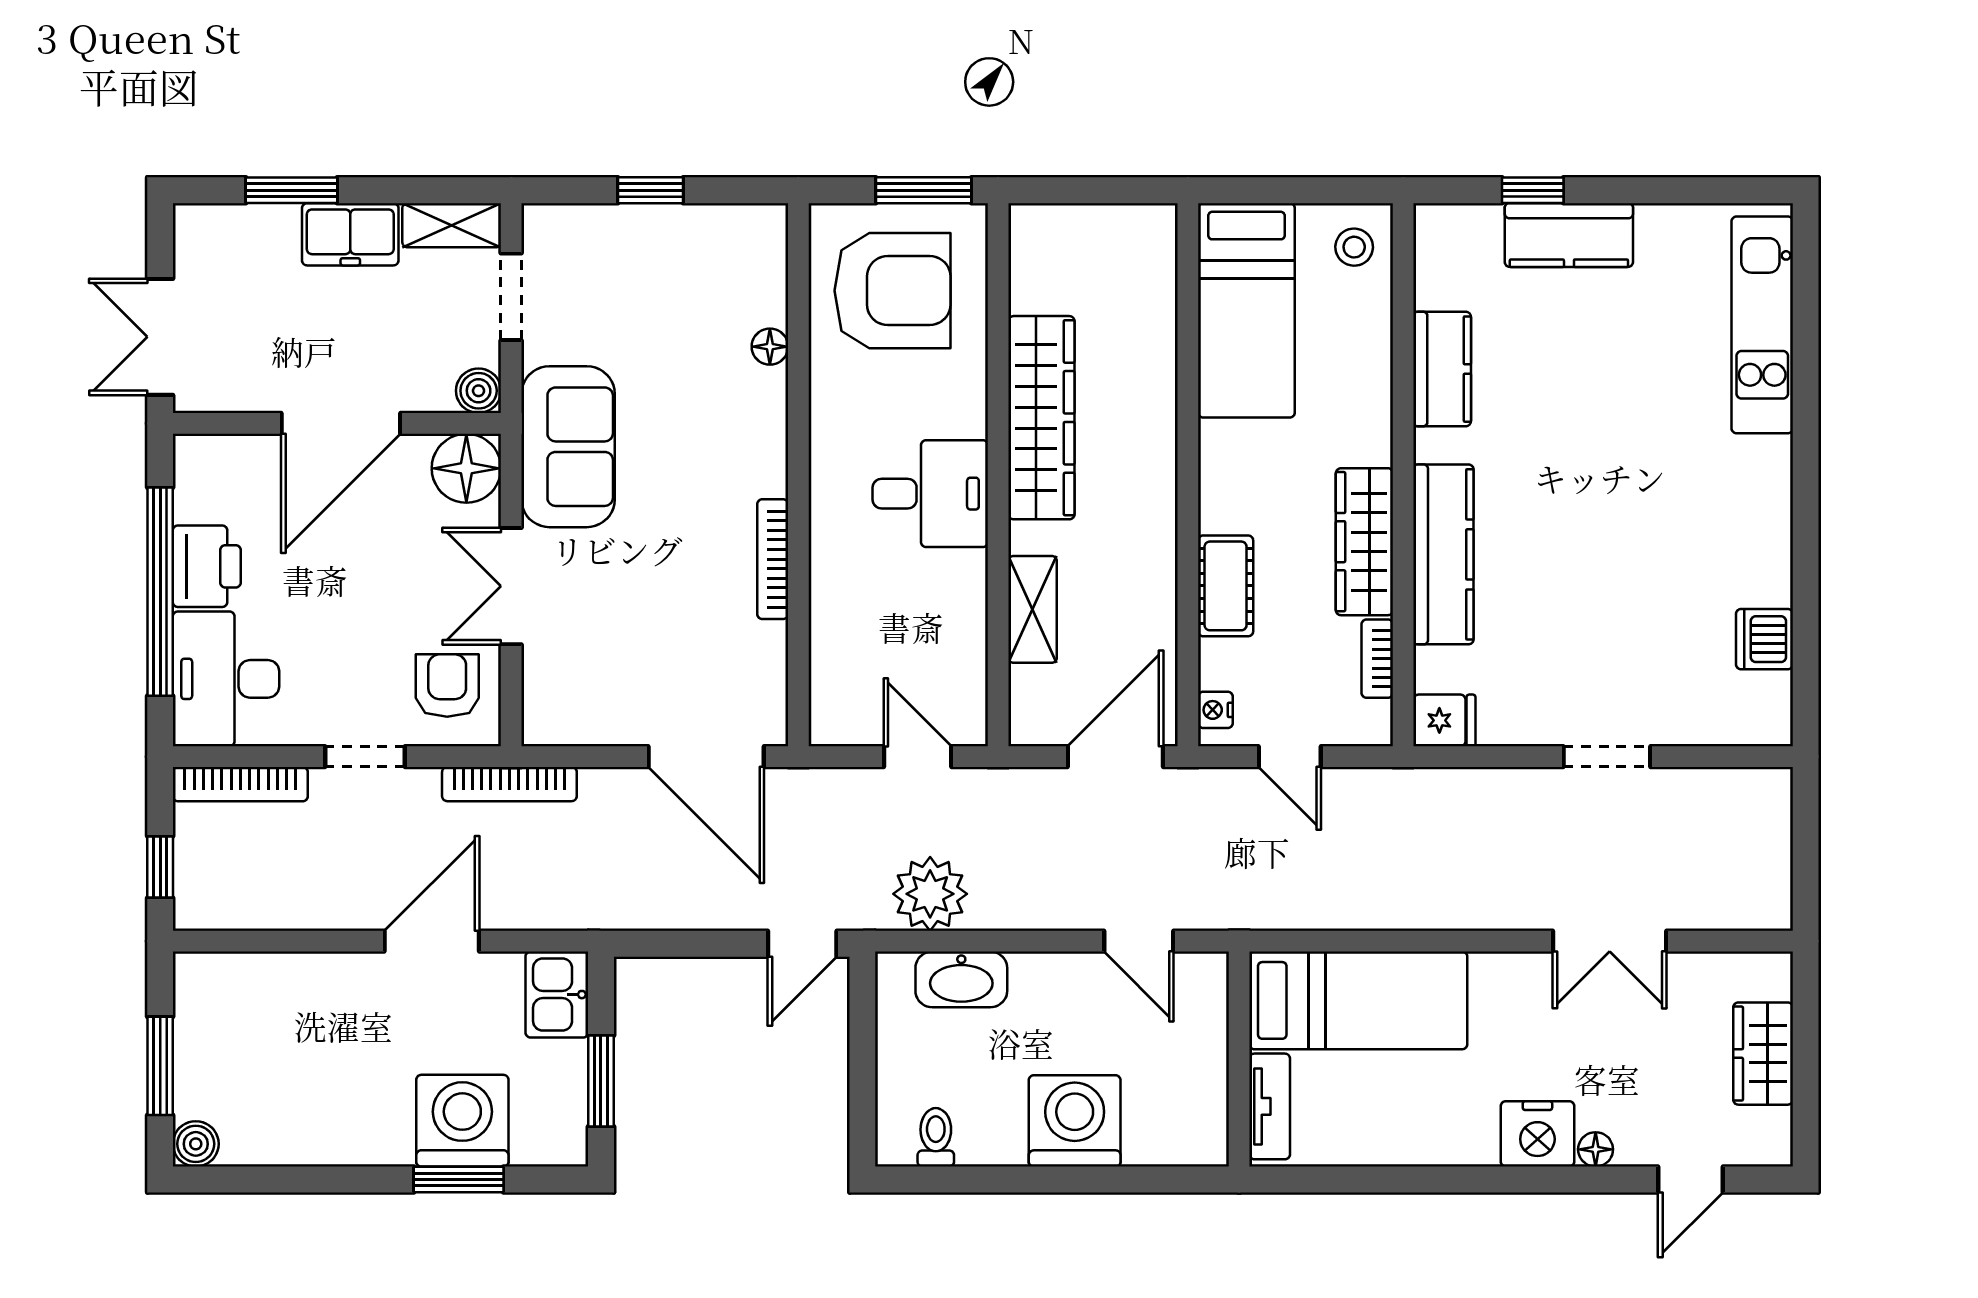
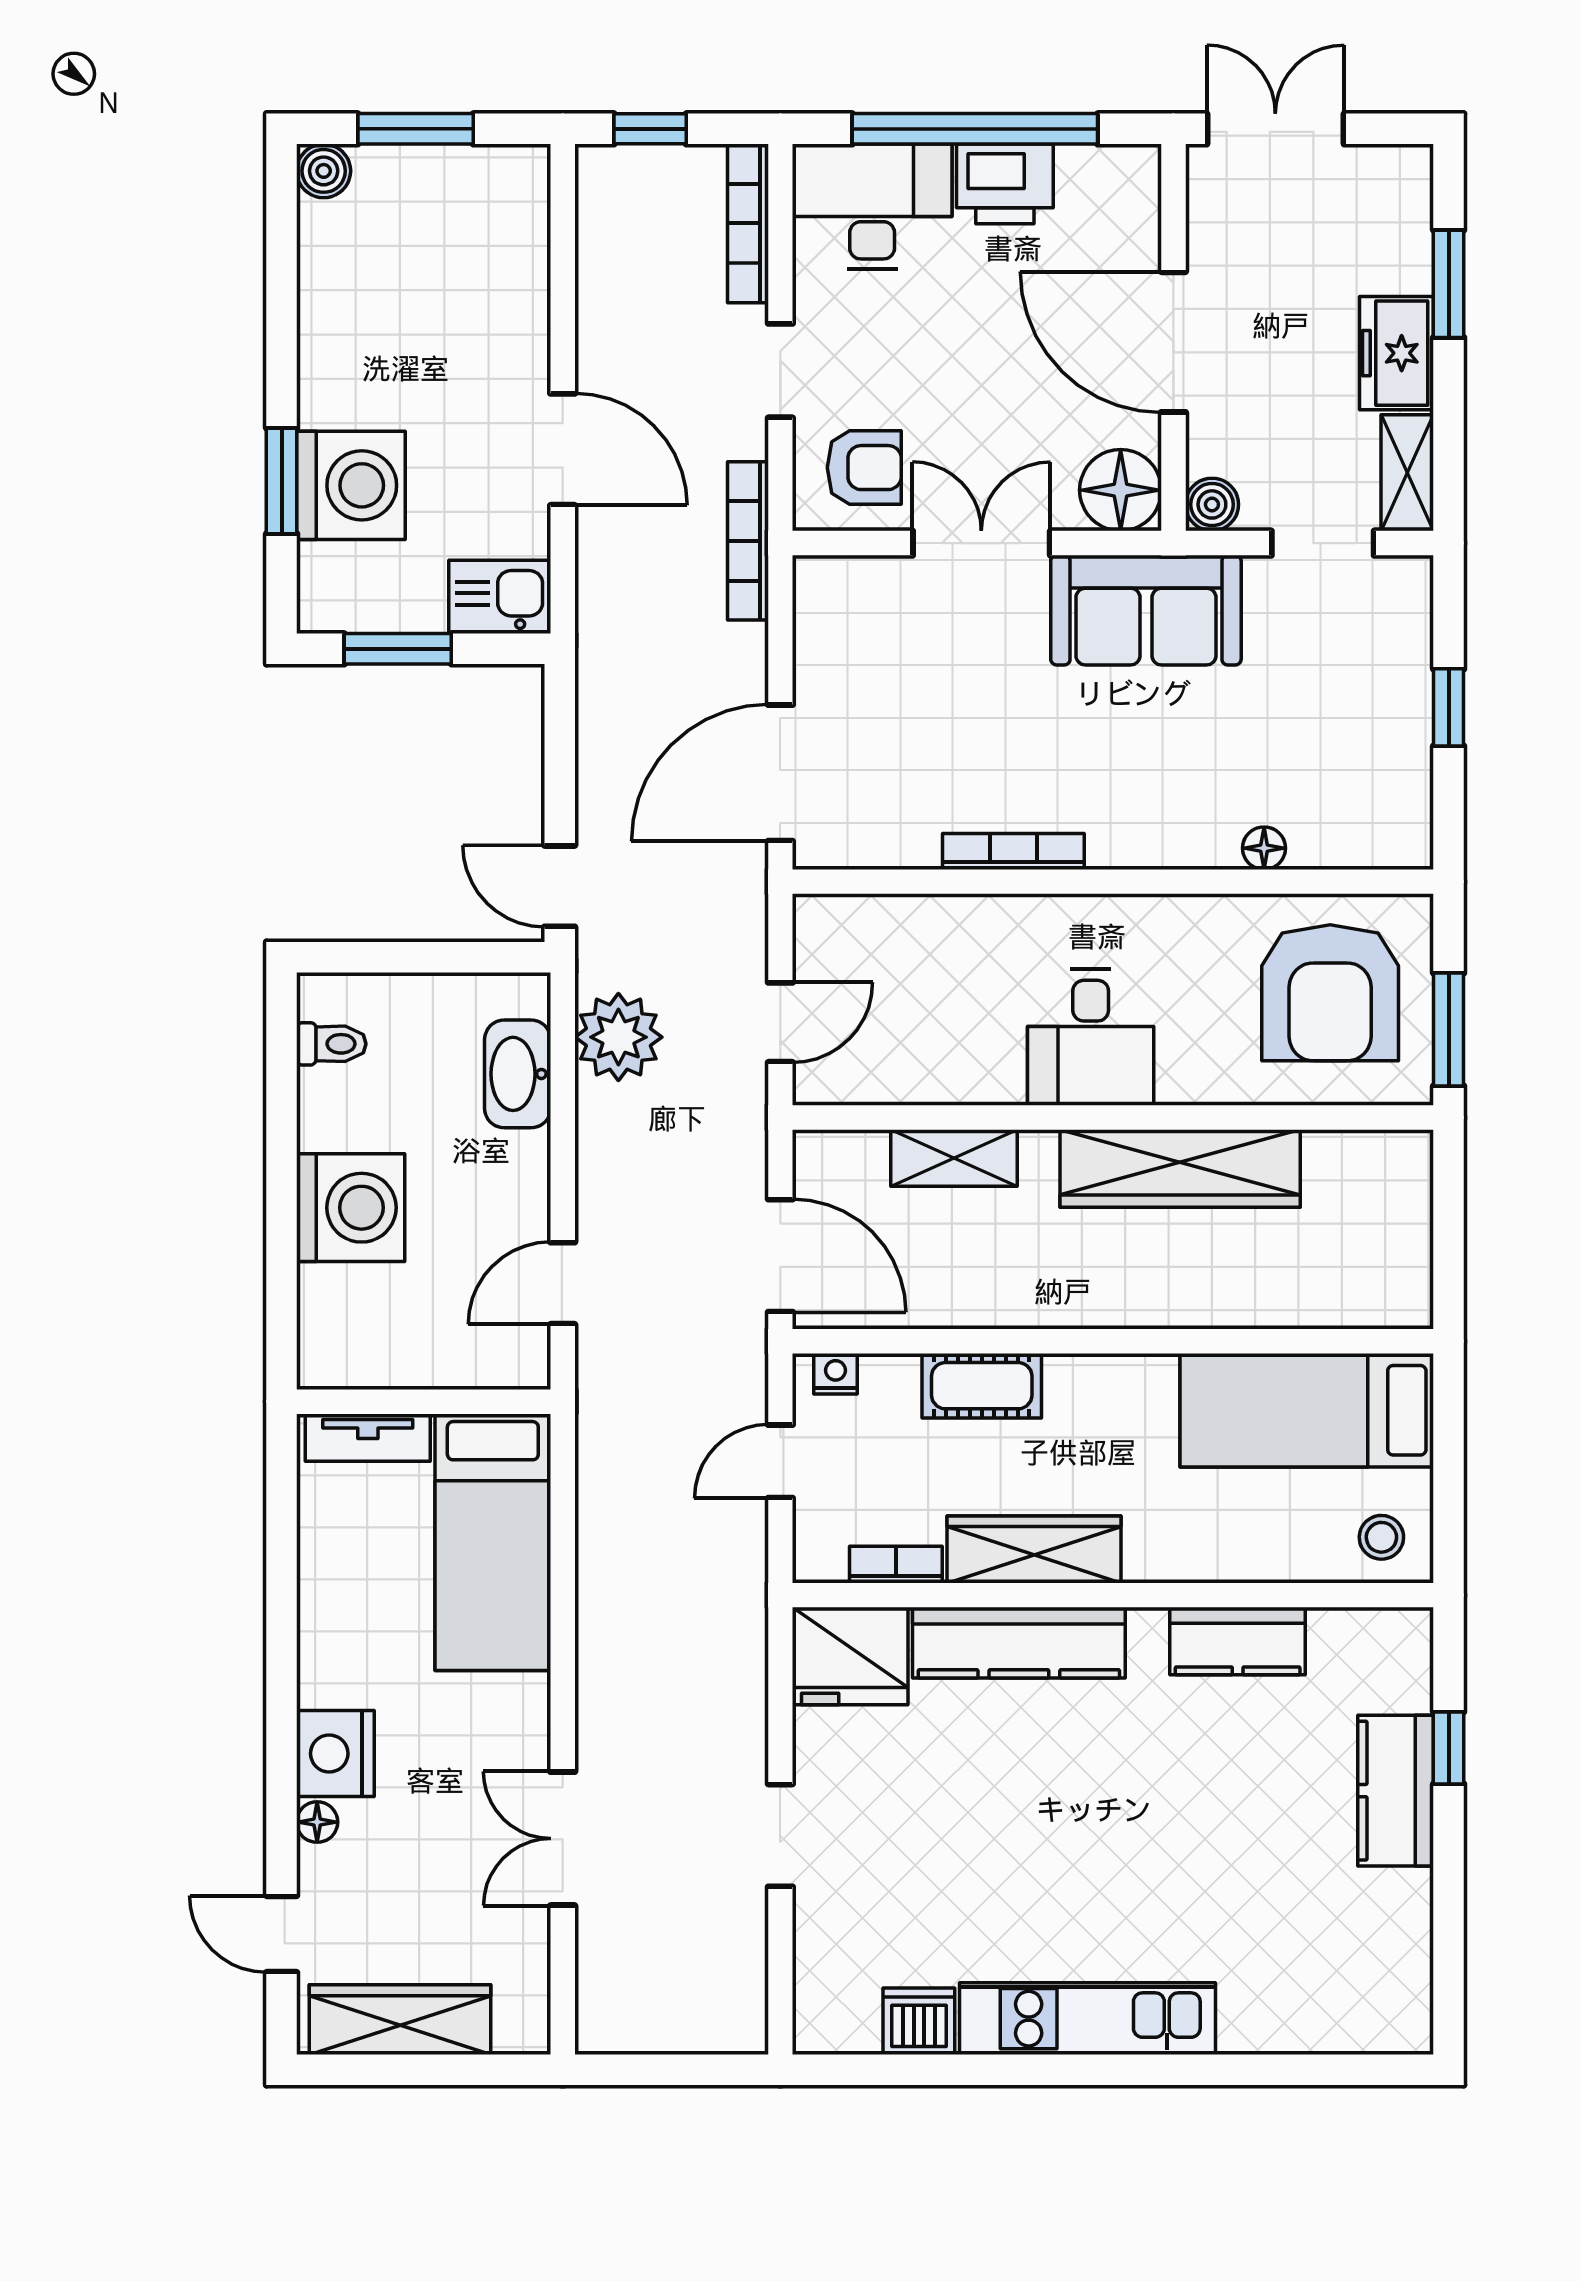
kitchen unit: (1762, 325) -> (1087, 2019), moved
fridge: (1444, 720) -> (850, 1656), width x1.88, depth x1.34
wardrobe: (1763, 1054) -> (400, 2020), width x1.50

